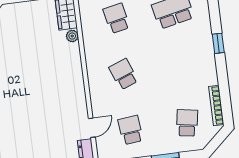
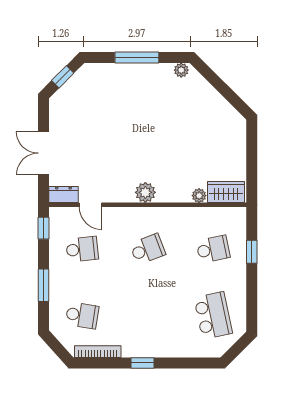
window: (218, 43) -> (142, 363), moved
plant: (75, 82) -> (145, 192), added

